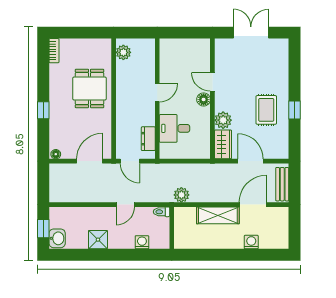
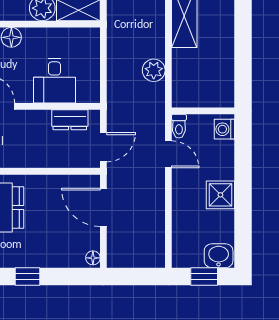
toilet: (162, 212) -> (179, 126), moved
wall: (172, 228) -> (203, 111), moved

